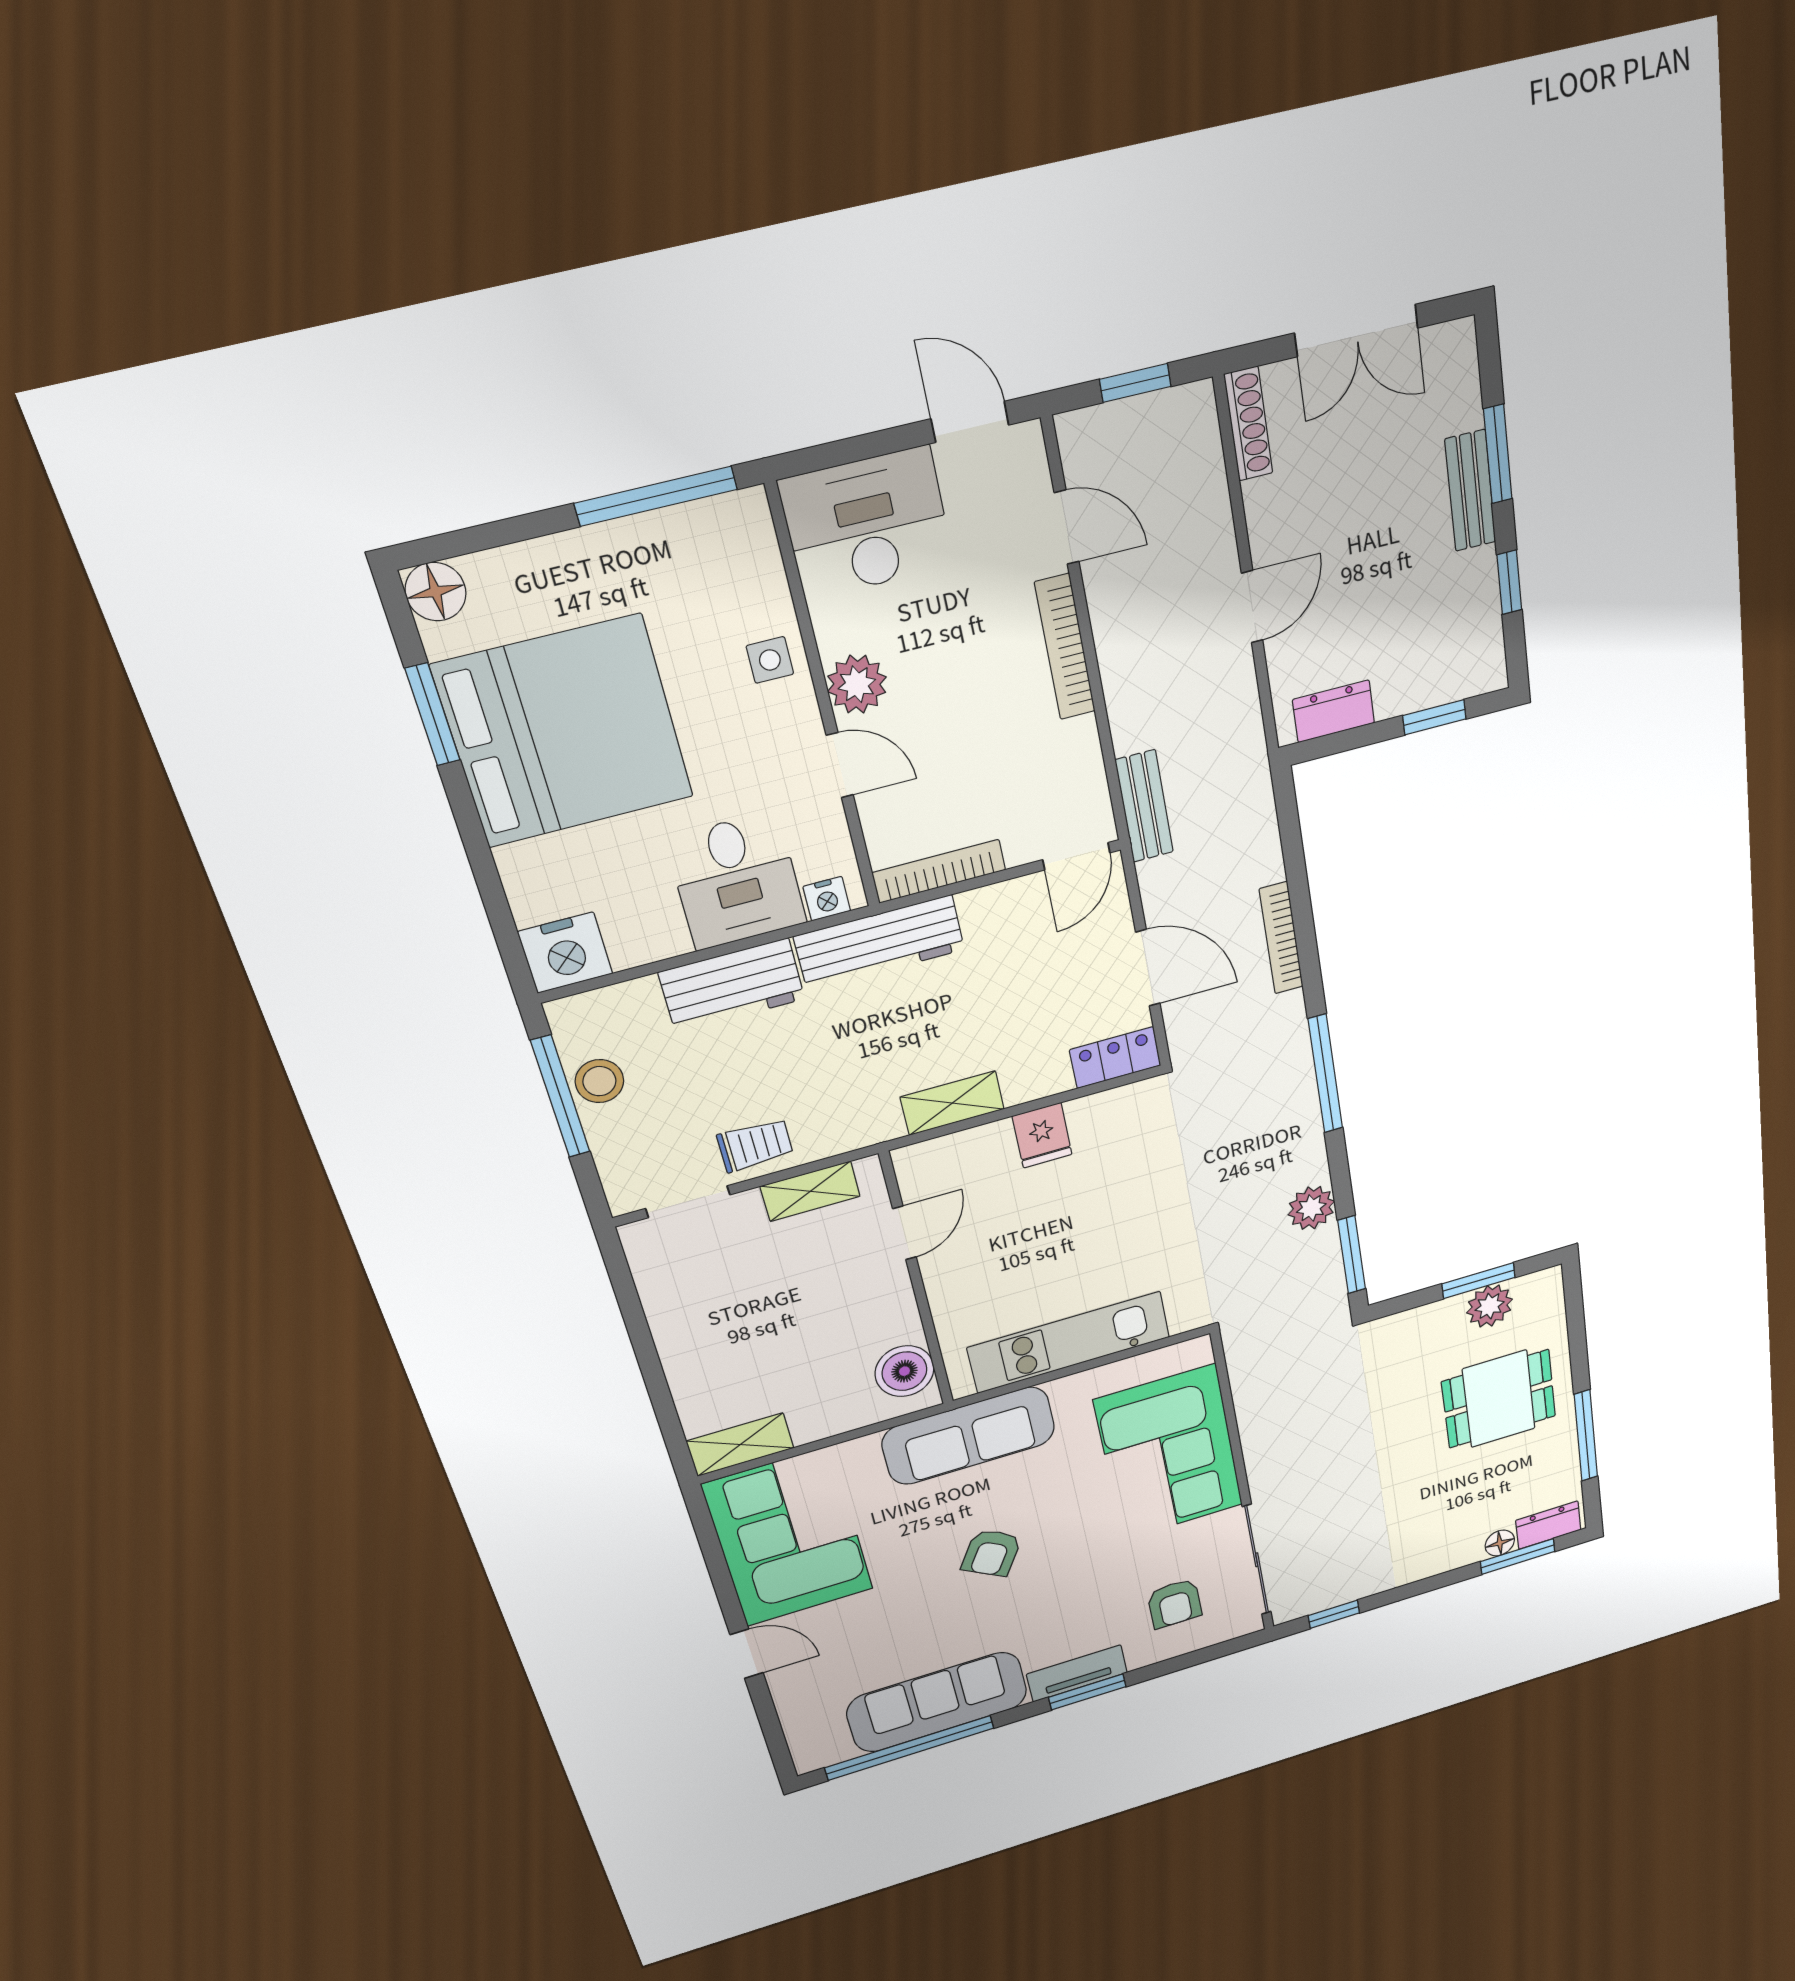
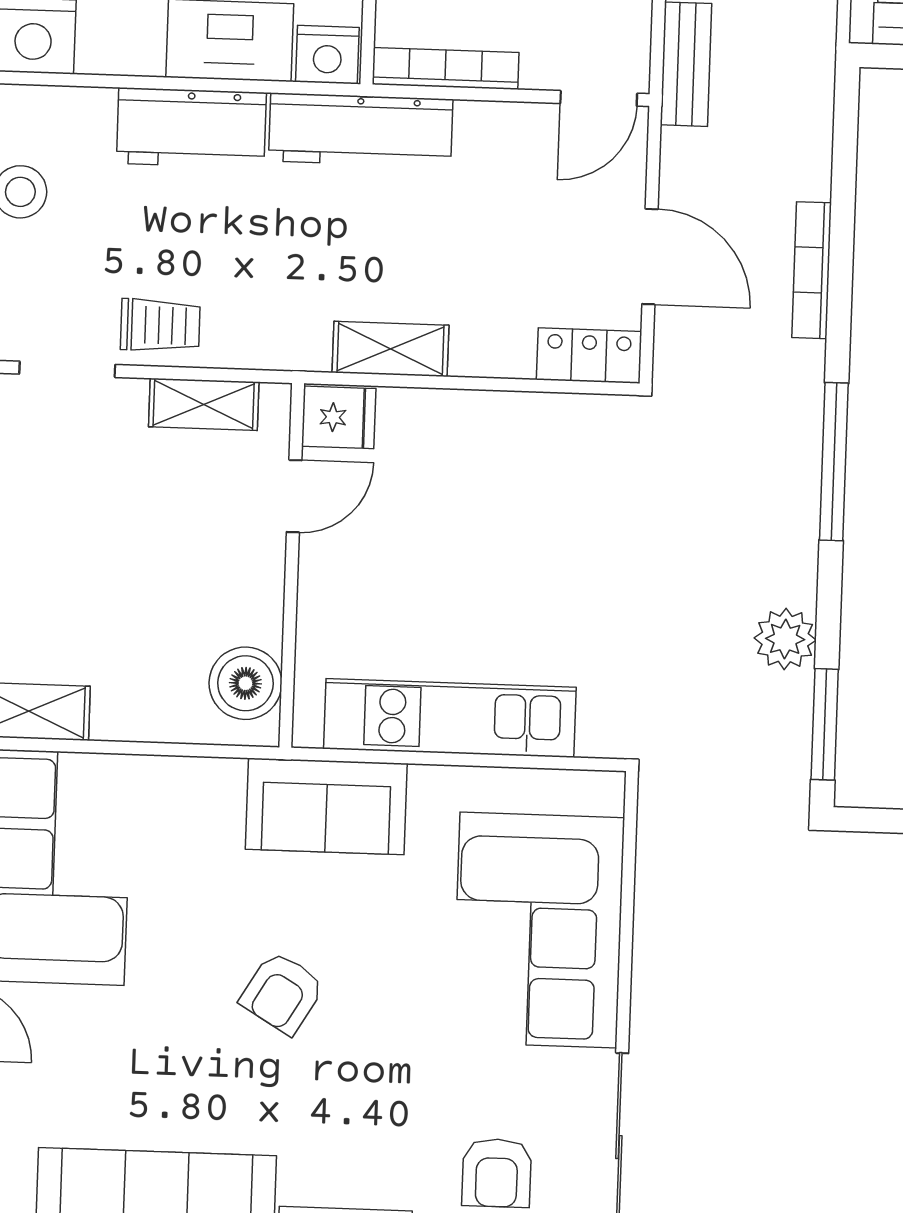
nightstand: (827, 899) -> (327, 55), width x1.39, depth x1.35
fridge: (1042, 1135) -> (339, 417), moved, turned -90
sofa: (969, 1436) -> (326, 806), width x0.73

